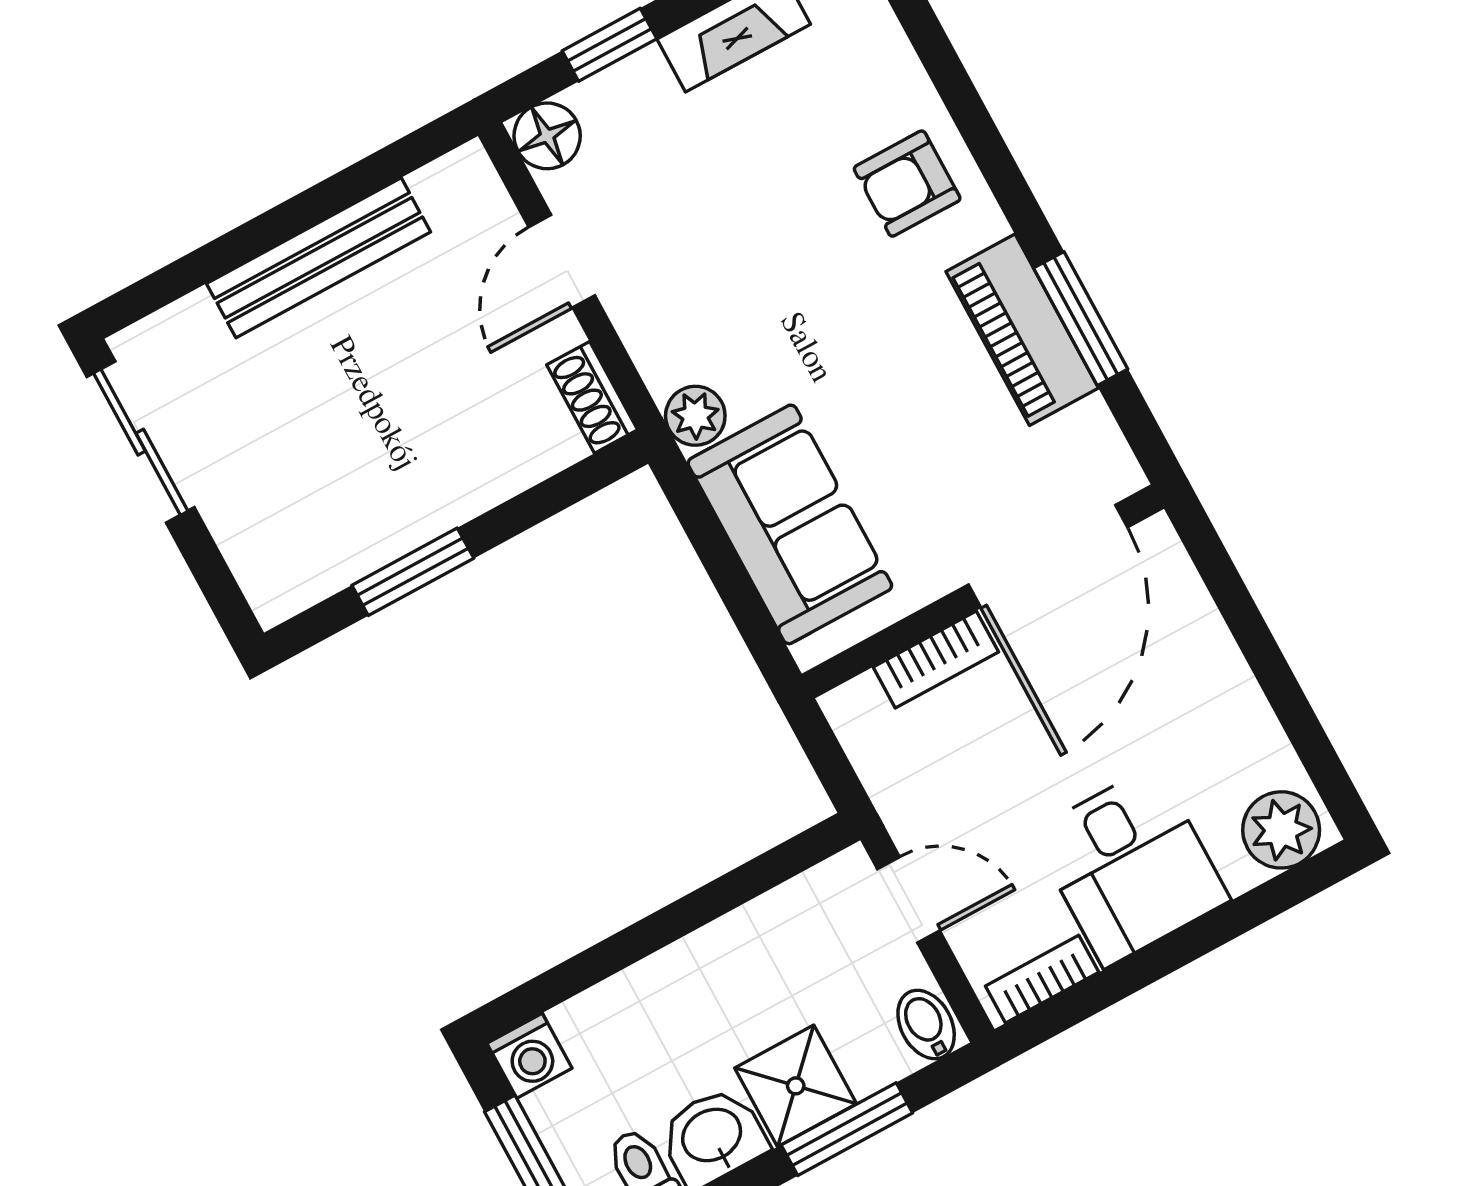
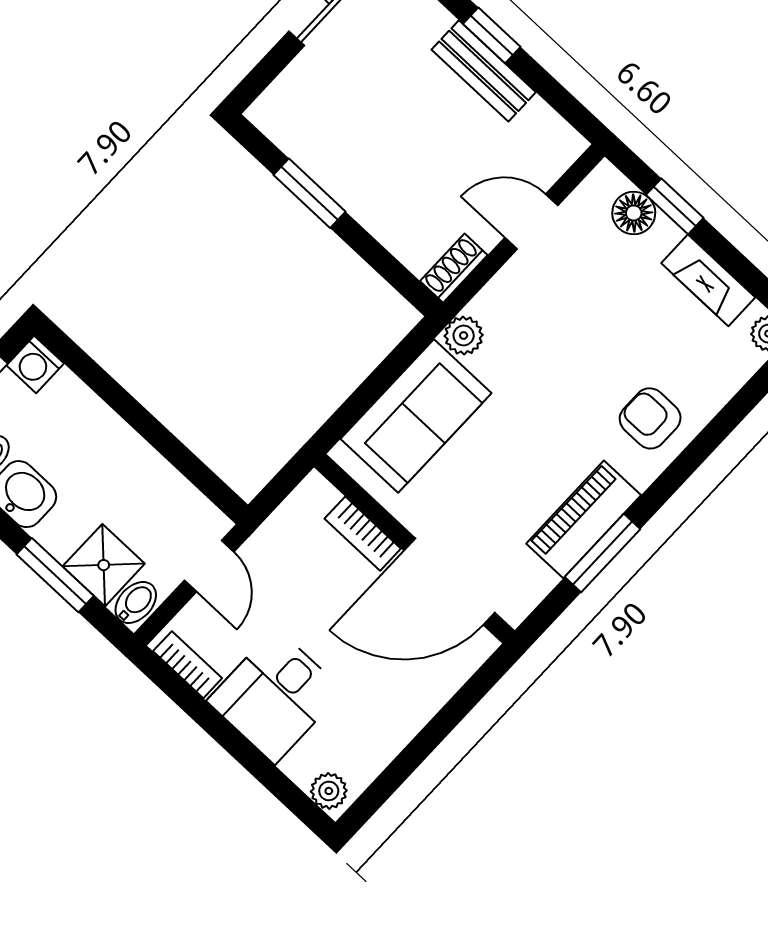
floor lamp: (547, 136) -> (634, 213), moved
window: (271, 229) -> (492, 35), added
bench: (319, 258) -> (484, 71), width x0.73
plant: (1281, 830) -> (329, 791), width x0.73, depth x0.73
shower: (796, 1086) -> (104, 565), moved

